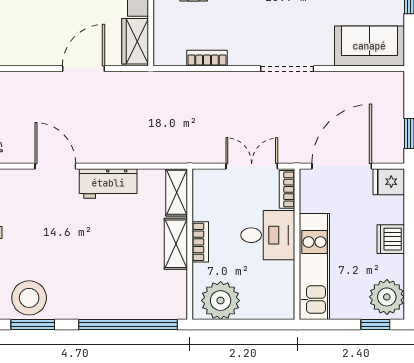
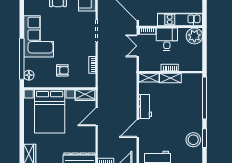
door: (83, 69) -> (97, 117), hinge flipped
plant: (221, 301) -> (194, 36), moved

